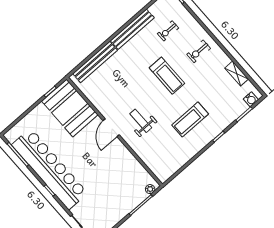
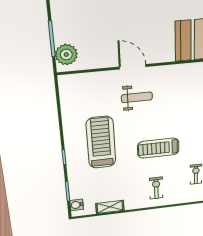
treadmill: (190, 119) -> (101, 142), width x1.37, depth x1.37
door: (111, 128) -> (133, 67), moved
plant: (150, 189) -> (66, 55), width x1.88, depth x1.88

